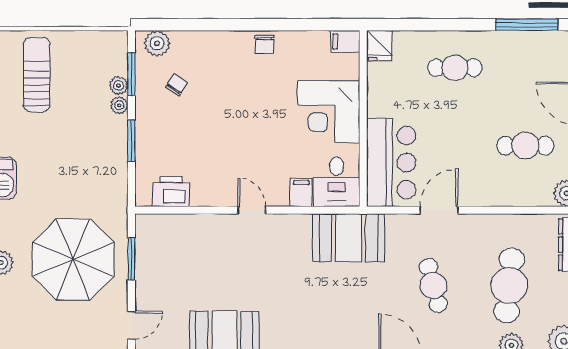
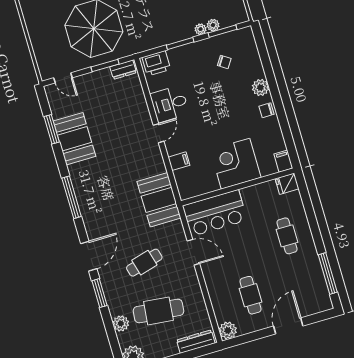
plant: (157, 43) -> (260, 88), moved
desk: (337, 182) -> (170, 104), moved
printer: (171, 192) -> (156, 63), moved, turned 90
dresser: (145, 235) -> (123, 70), added

